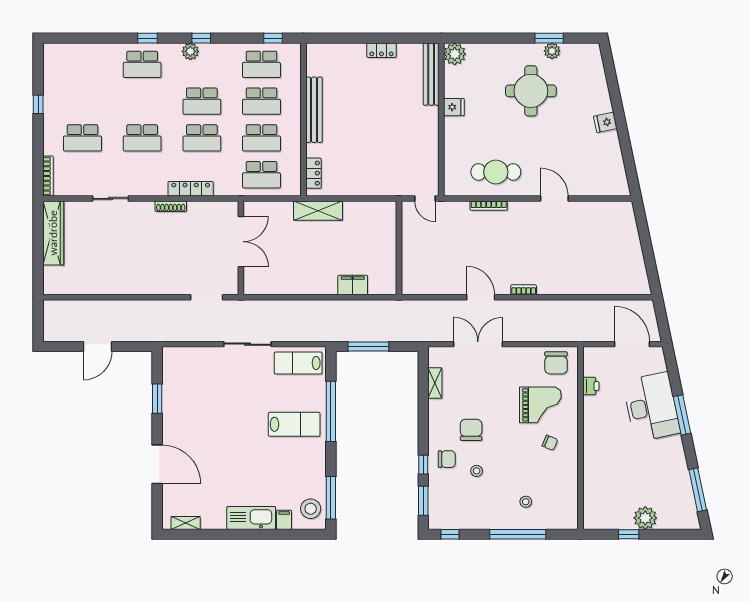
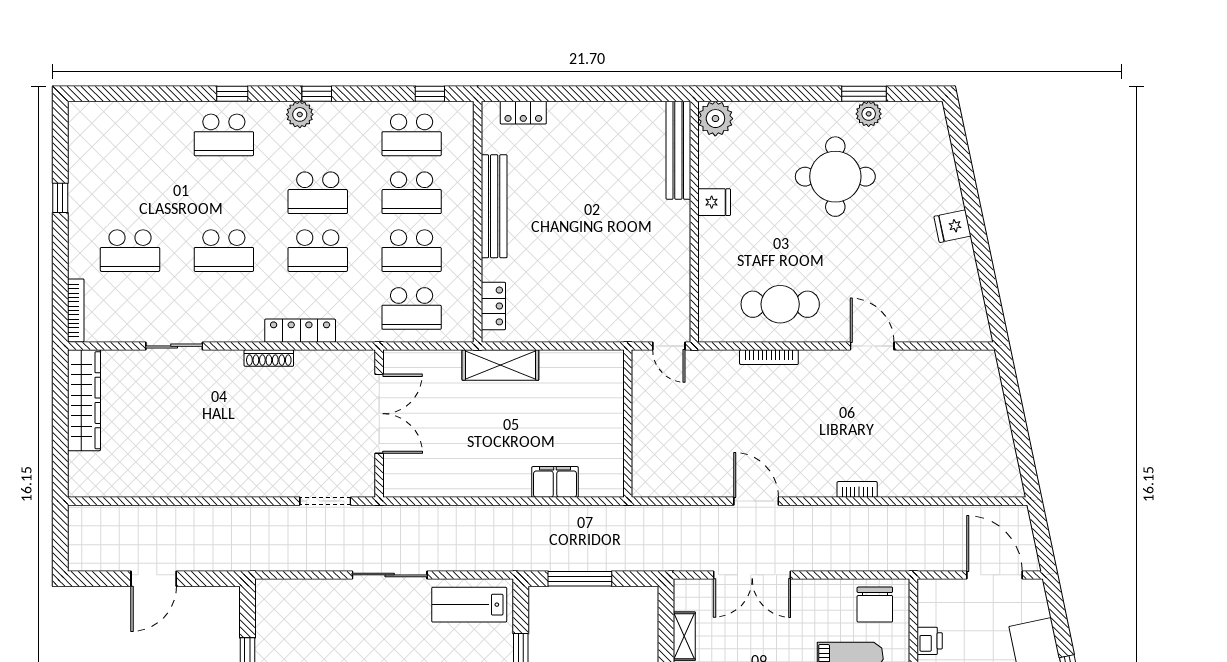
locker: (381, 50) -> (523, 113), moved
bookcase: (524, 290) -> (857, 489), moved
double door: (478, 344) -> (752, 575), swing flipped

